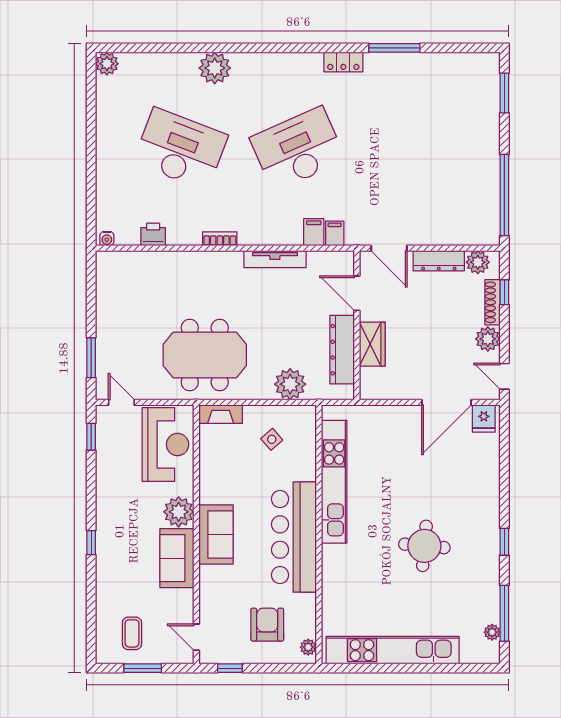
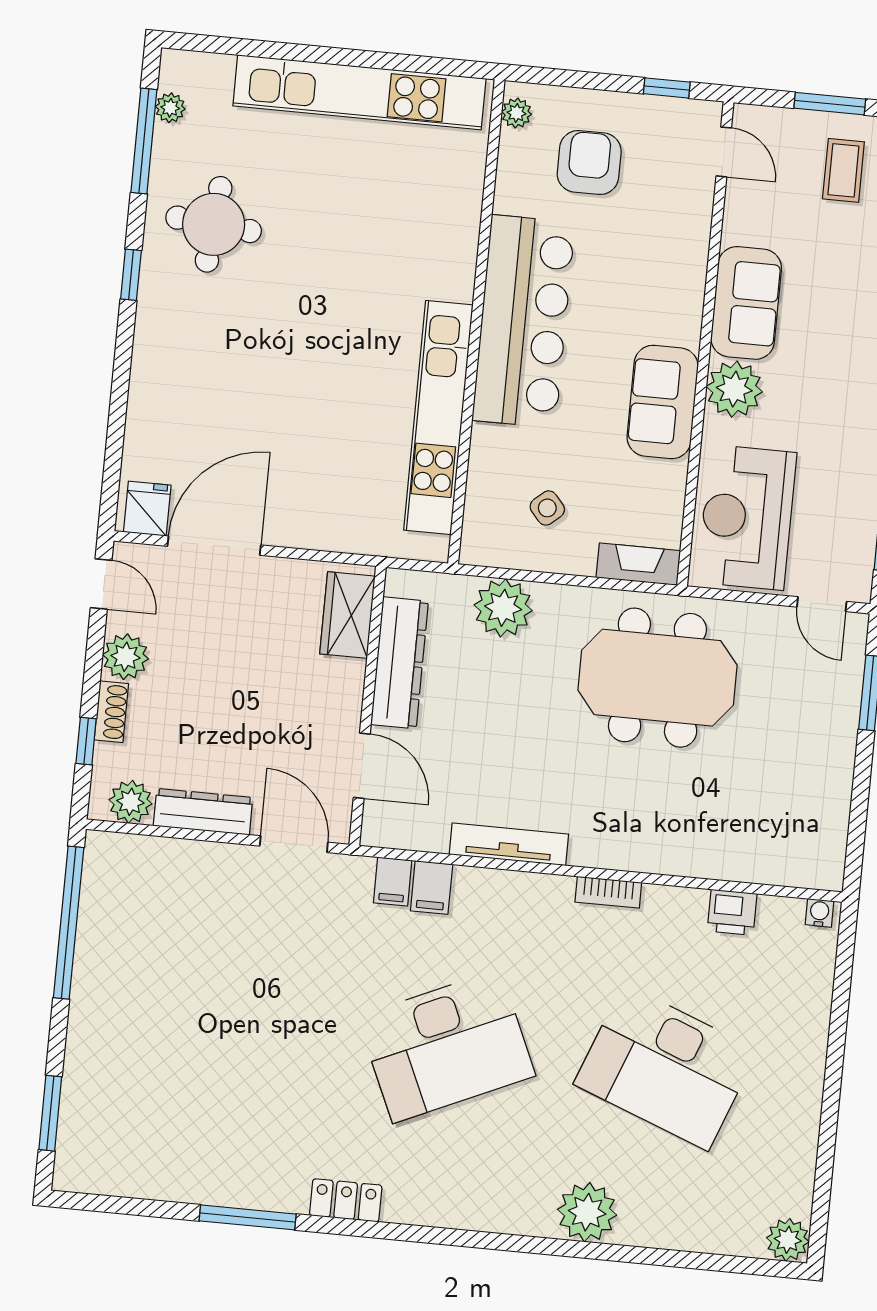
shoe rack: (492, 302) -> (111, 712), width x0.70
wardrobe: (372, 344) -> (347, 615), moved
sofa: (216, 534) -> (663, 402), moved
round table: (424, 546) -> (214, 224), moved
armchair: (267, 625) -> (589, 163), turned 180

